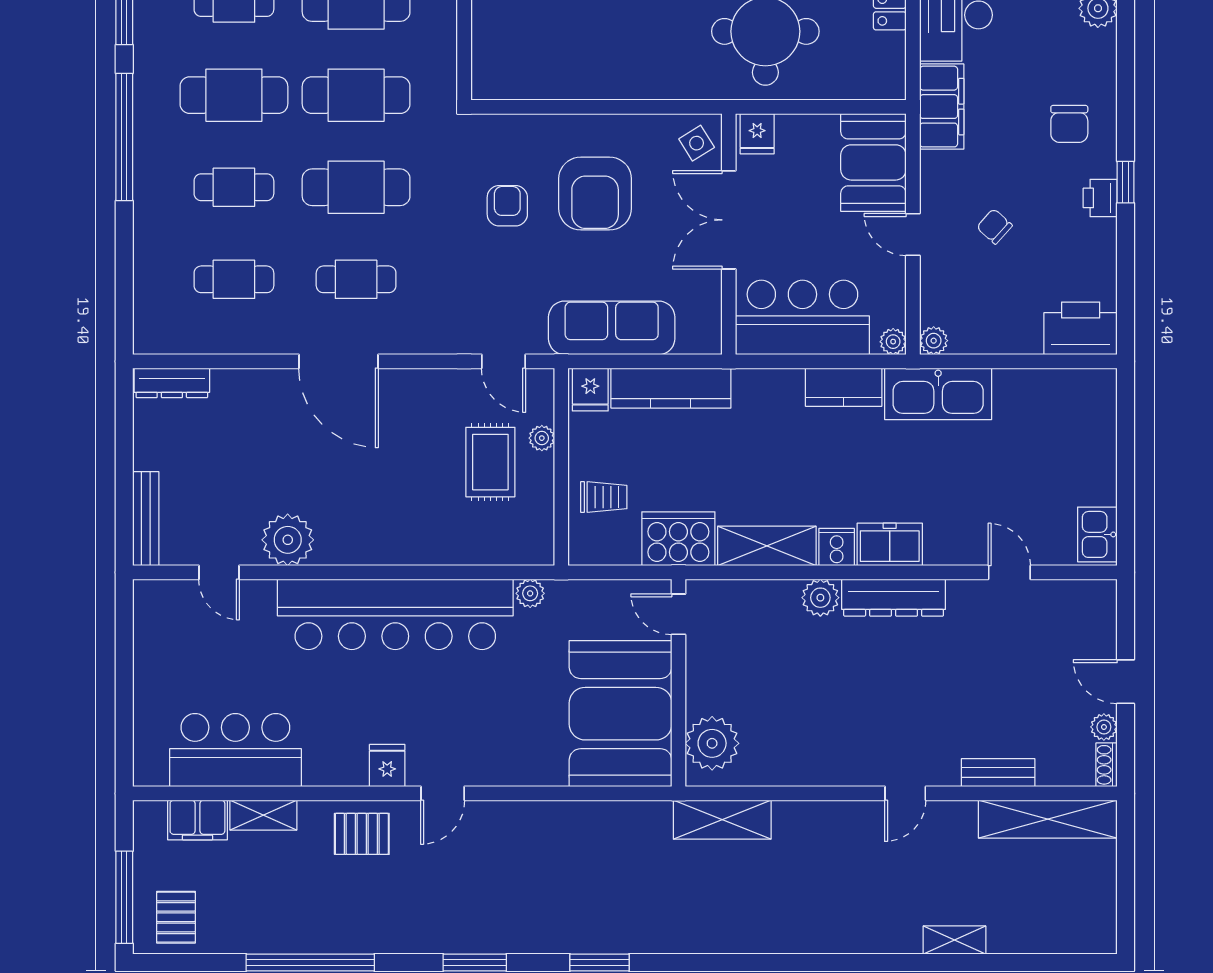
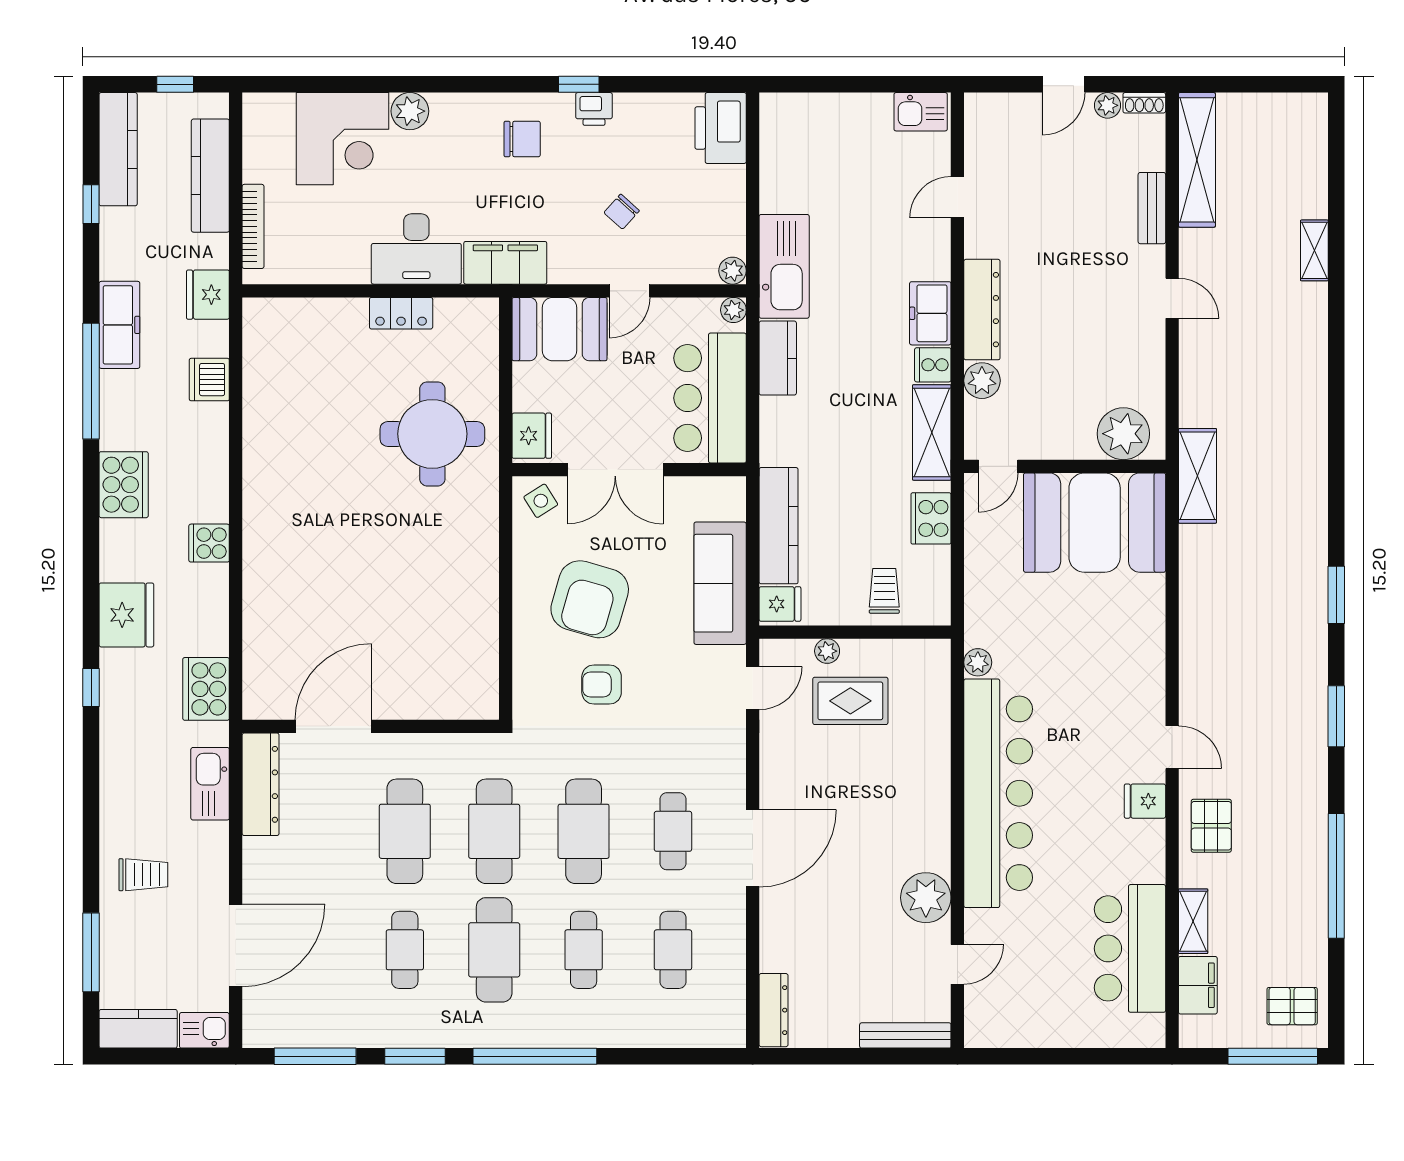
fridge: (757, 134) -> (532, 436), width x1.38
armchair: (595, 194) -> (590, 599), turned 106
cooker: (678, 539) -> (931, 518), width x0.73, depth x0.76
door: (678, 614) -> (998, 466), moved
wall: (678, 683) -> (1065, 466), moved
booth: (621, 714) -> (1095, 523), moved
plant: (712, 743) -> (1123, 434), moved

